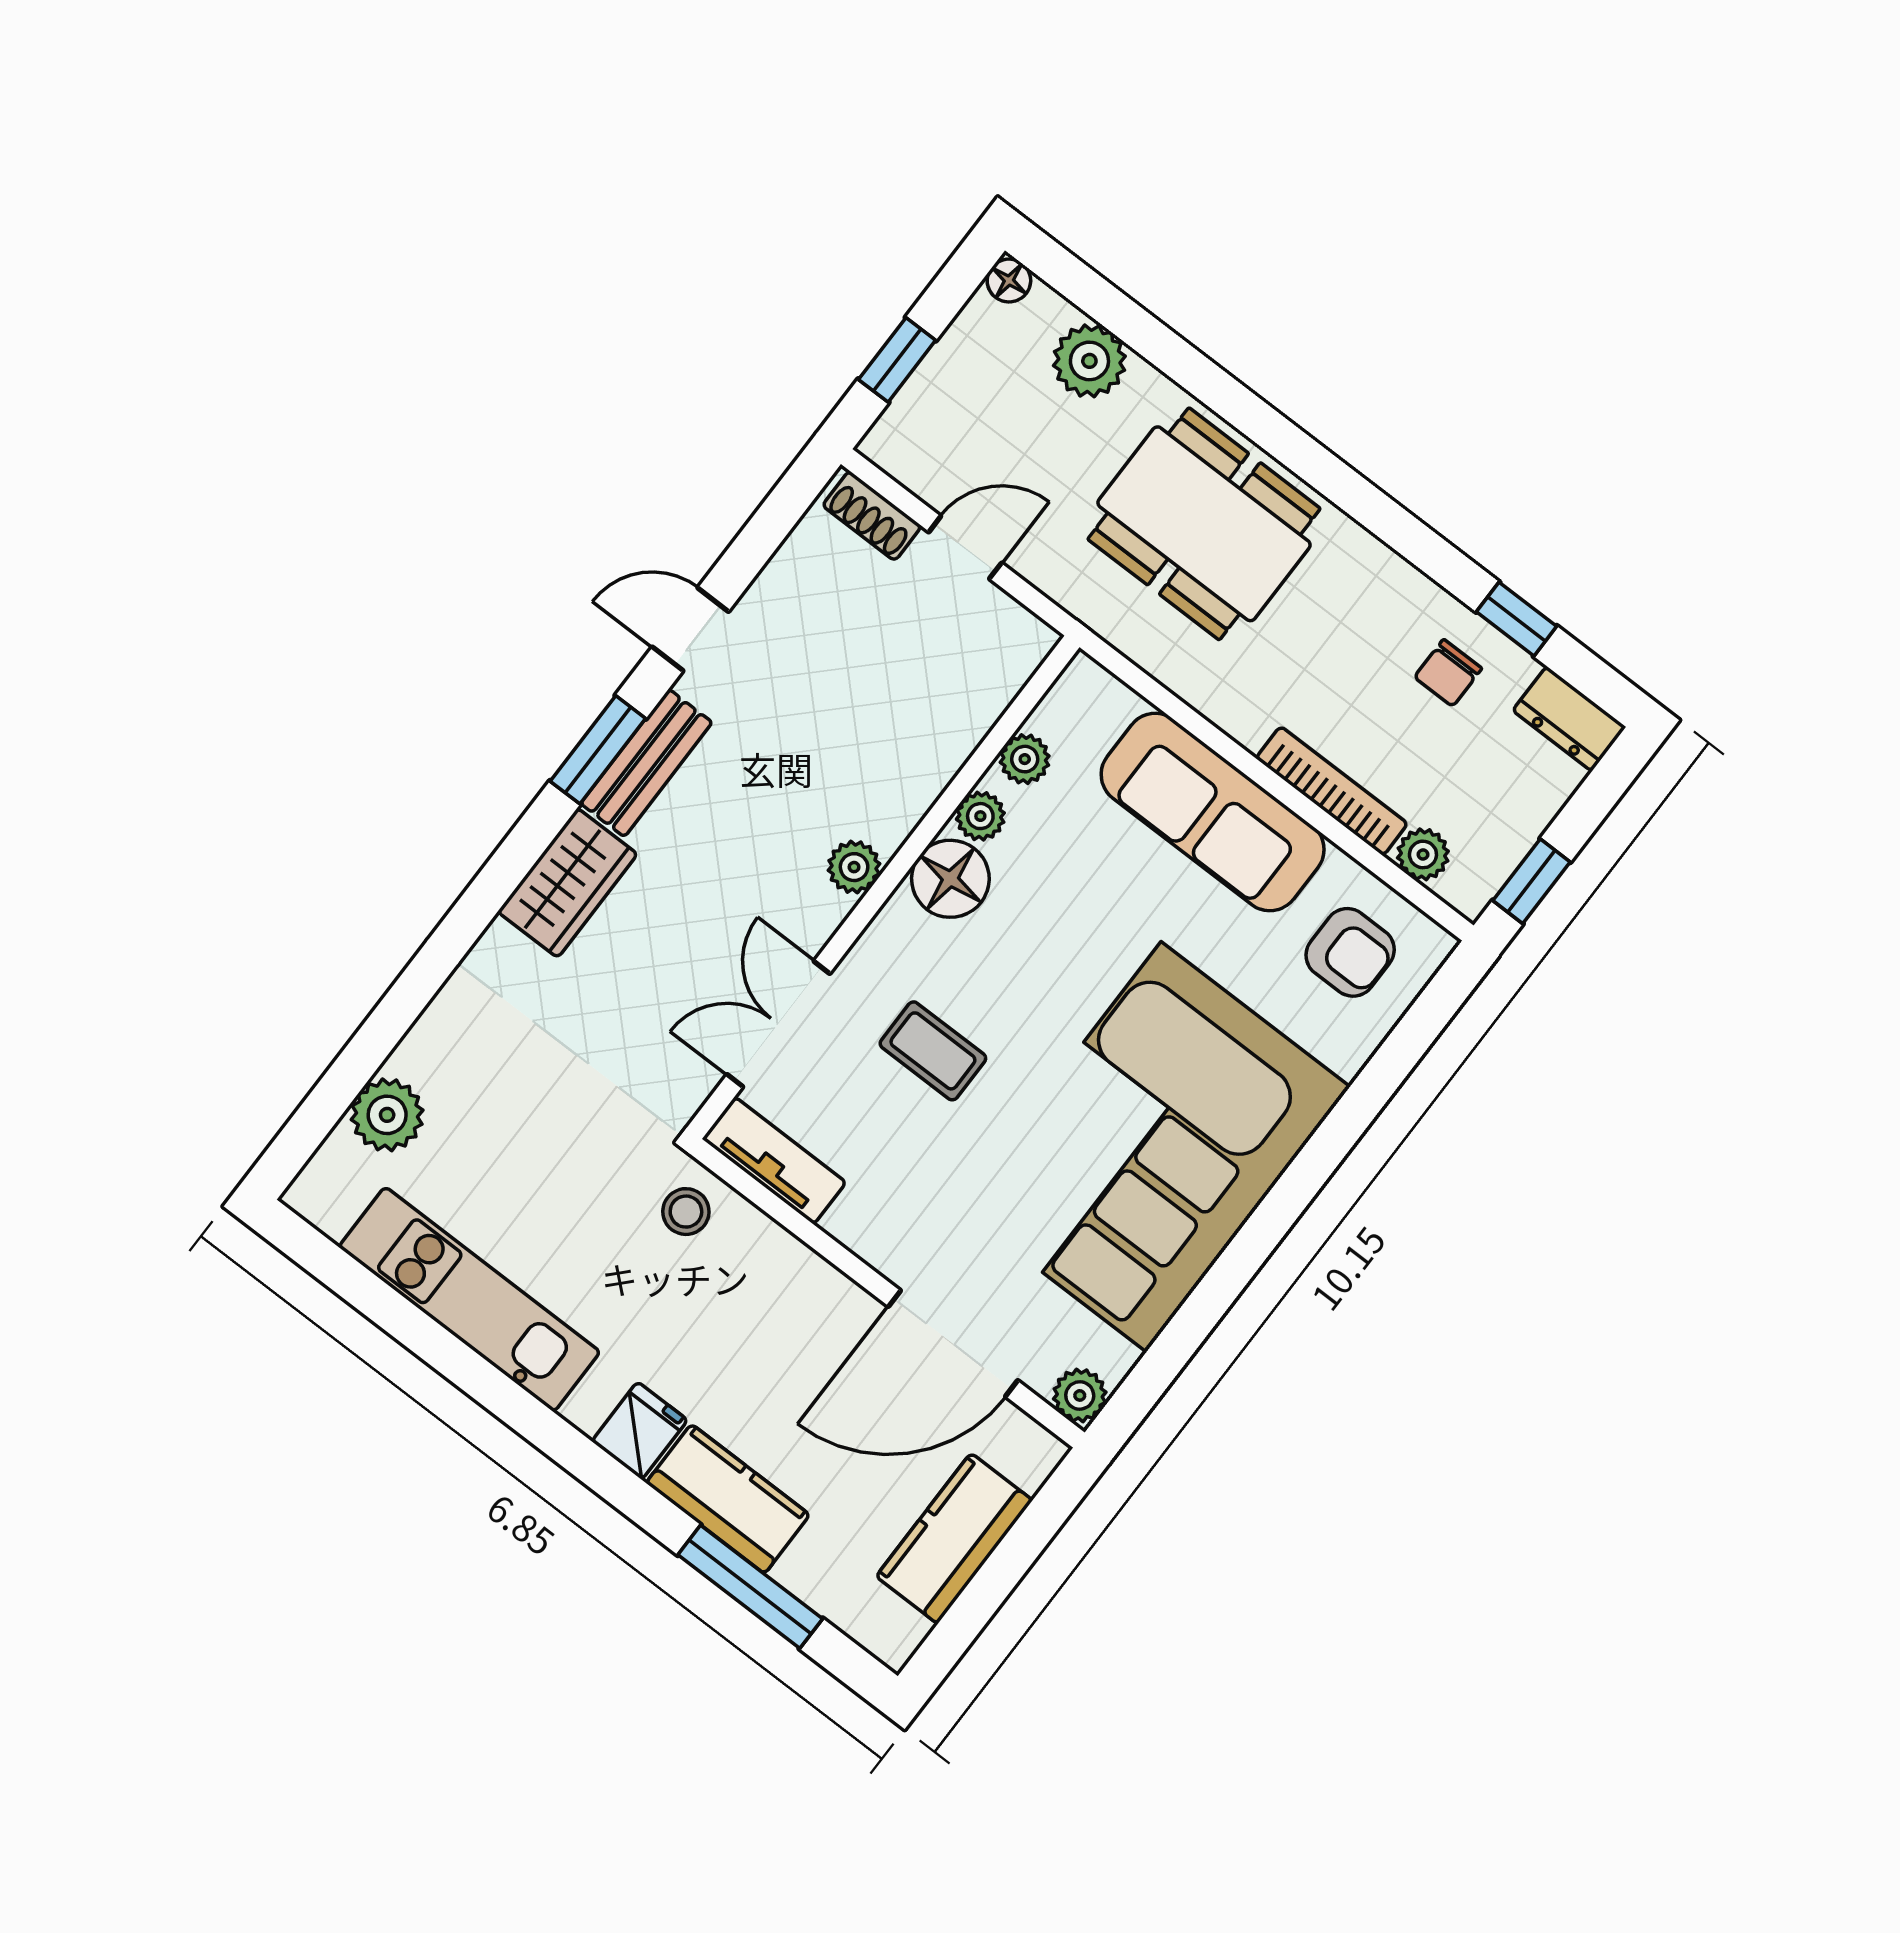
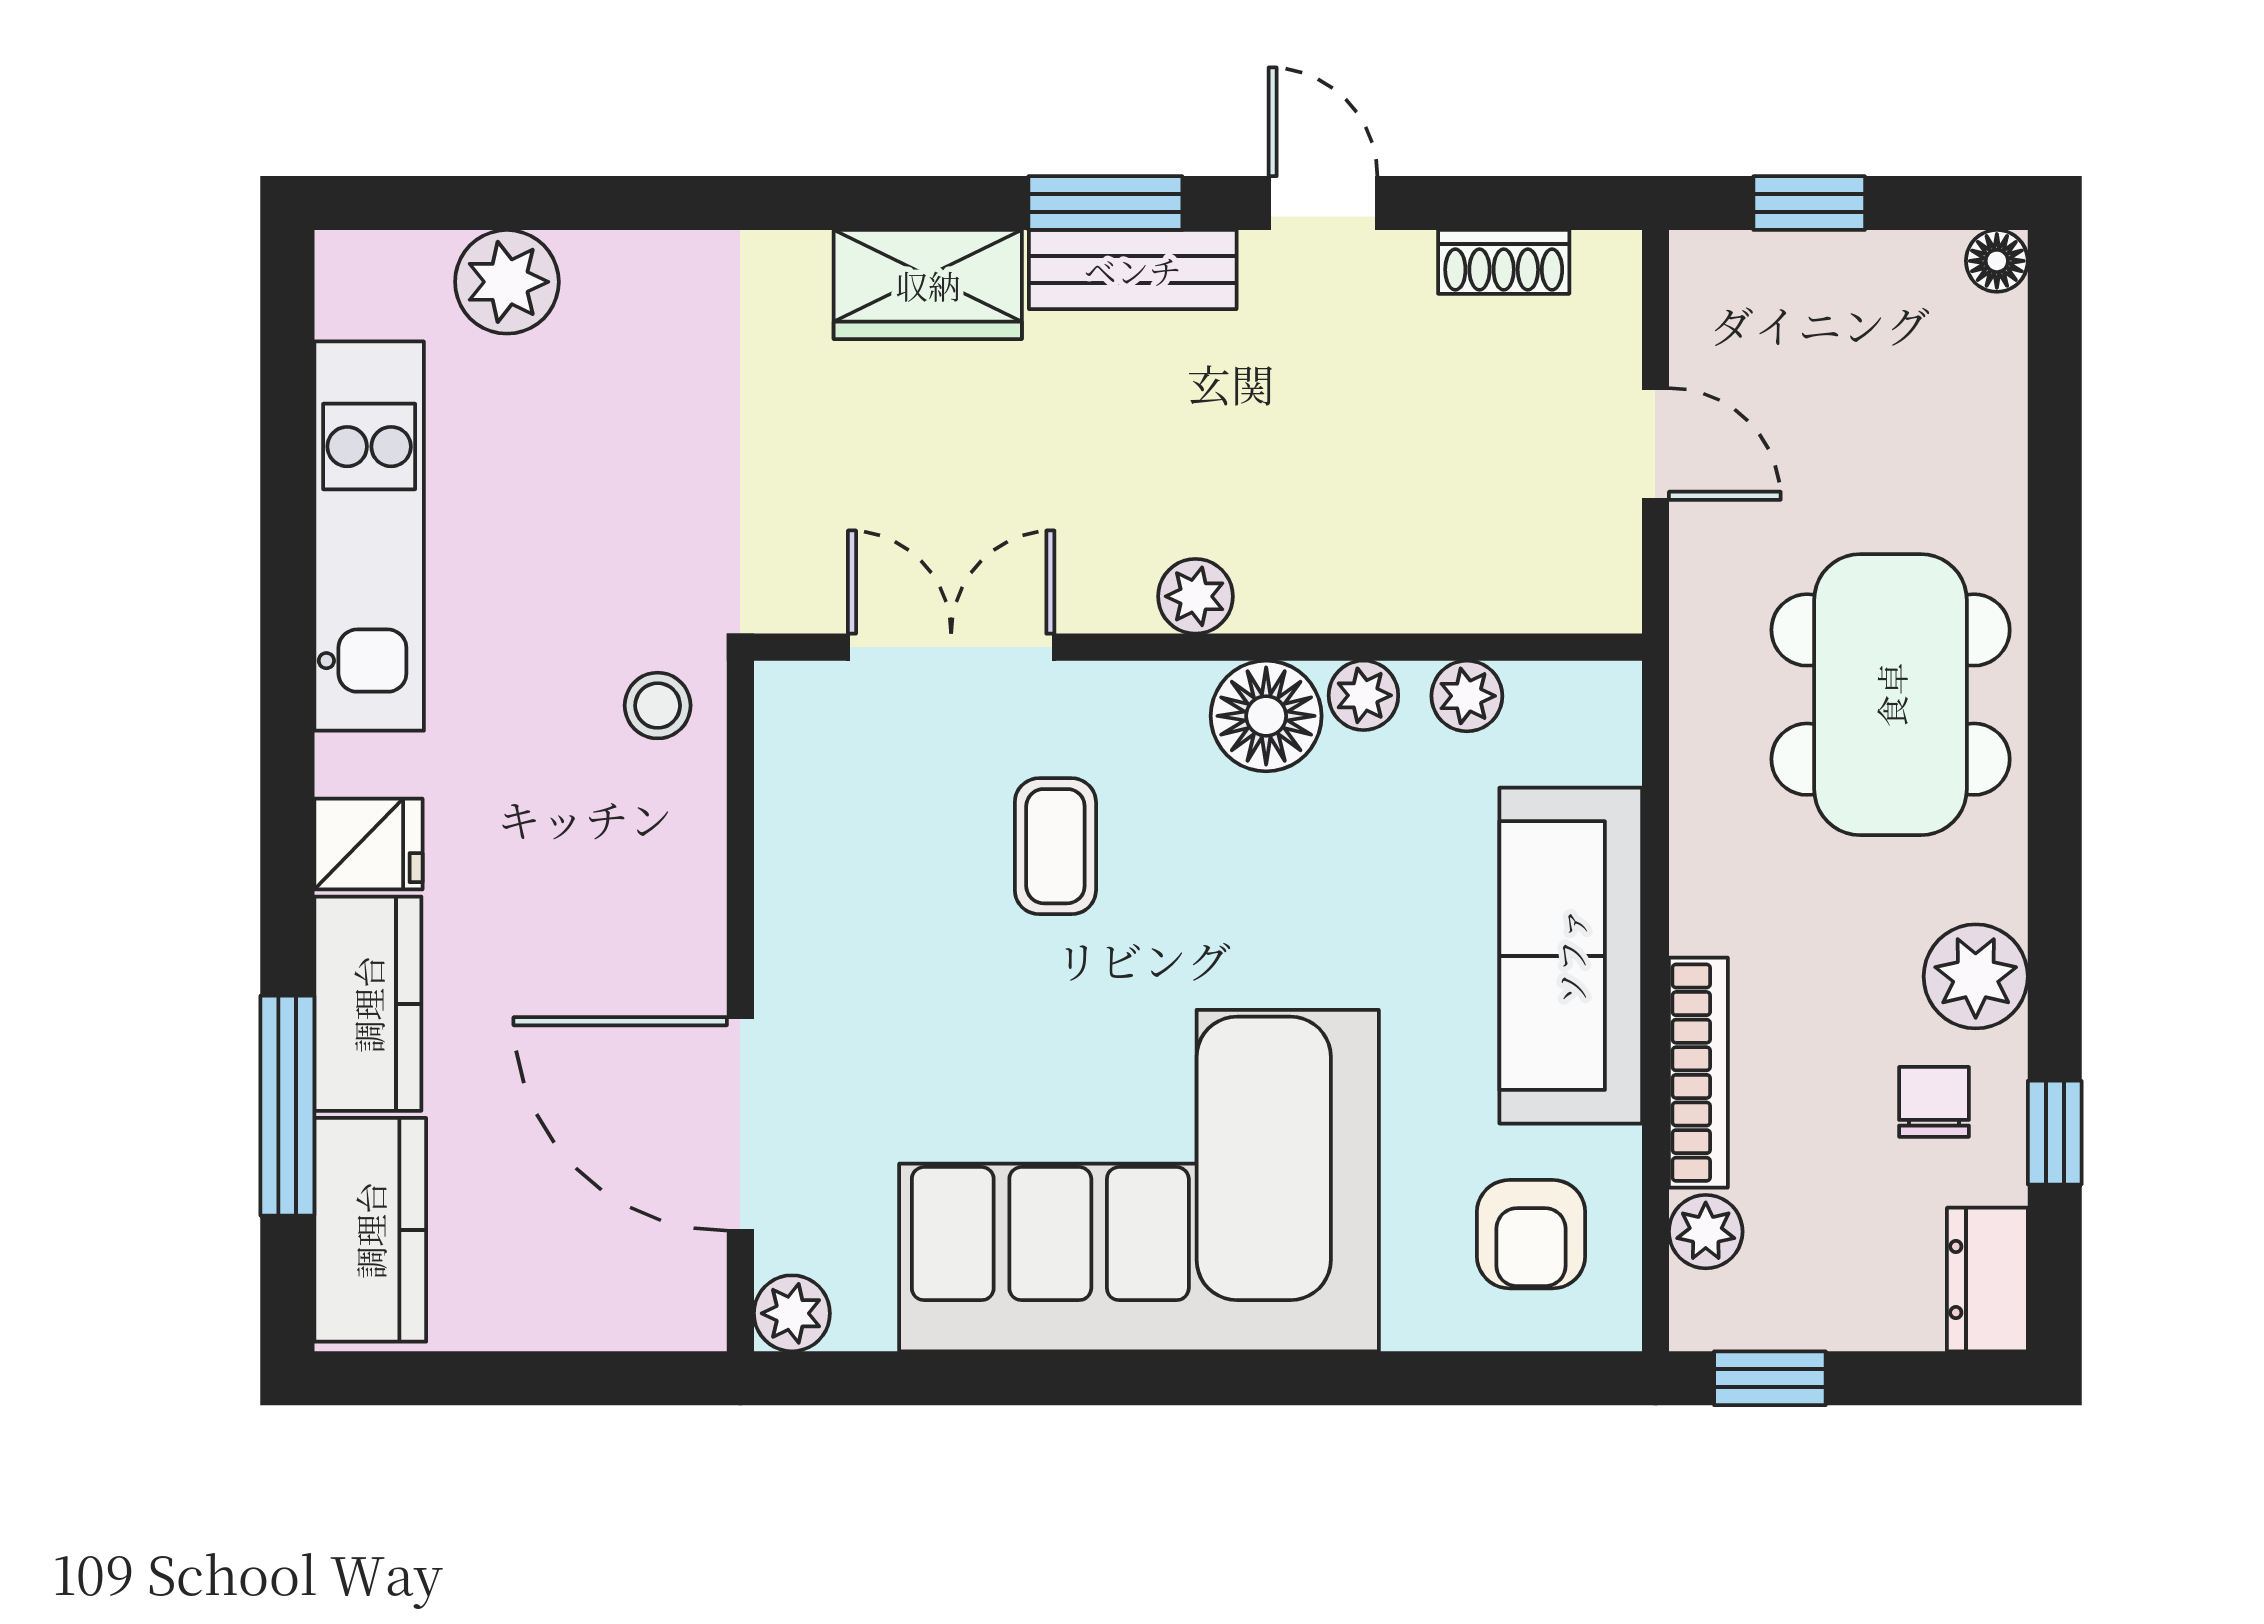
plant: (1089, 361) -> (1976, 976), moved
shoe rack: (872, 516) -> (1504, 262), moved, turned -90
chair: (1448, 673) -> (1934, 1102), turned 90
tv unit: (774, 1161) -> (792, 761), removed
kitchen counter: (954, 1538) -> (370, 1230), moved, turned 90

